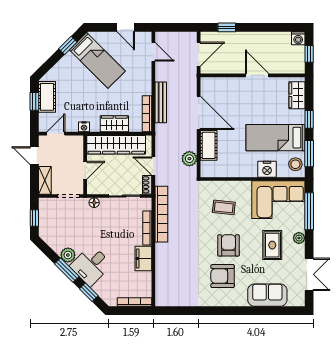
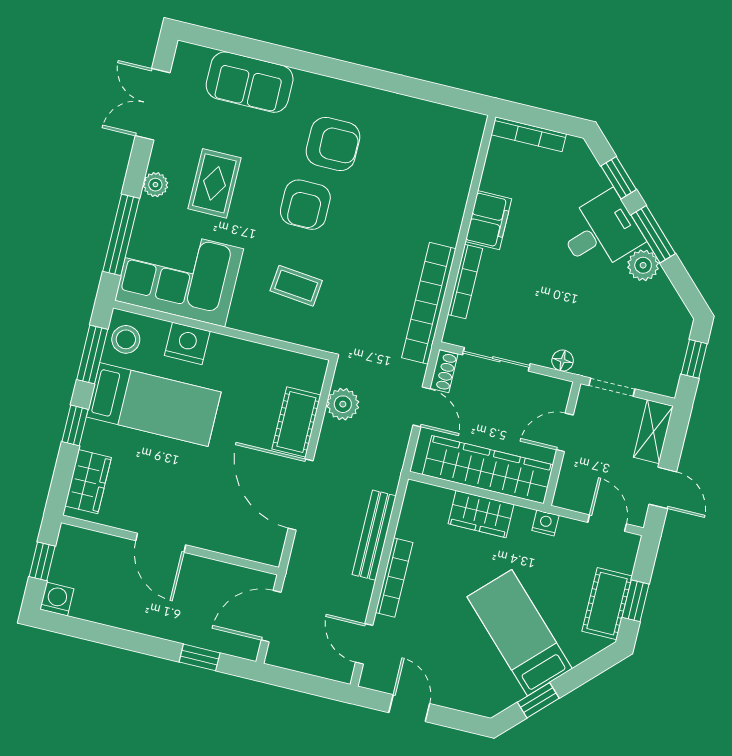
bed: (97, 60) -> (520, 633), moved
bookcase: (147, 114) -> (394, 578), moved
door: (56, 134) -> (607, 523), swing flipped

